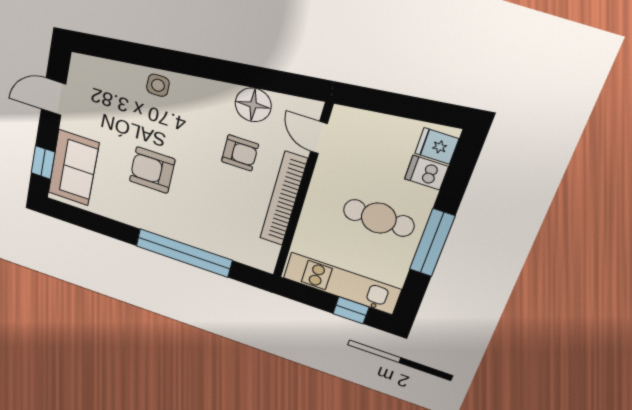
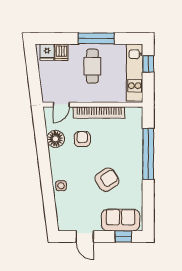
armchair: (152, 170) -> (107, 180), turned -123

